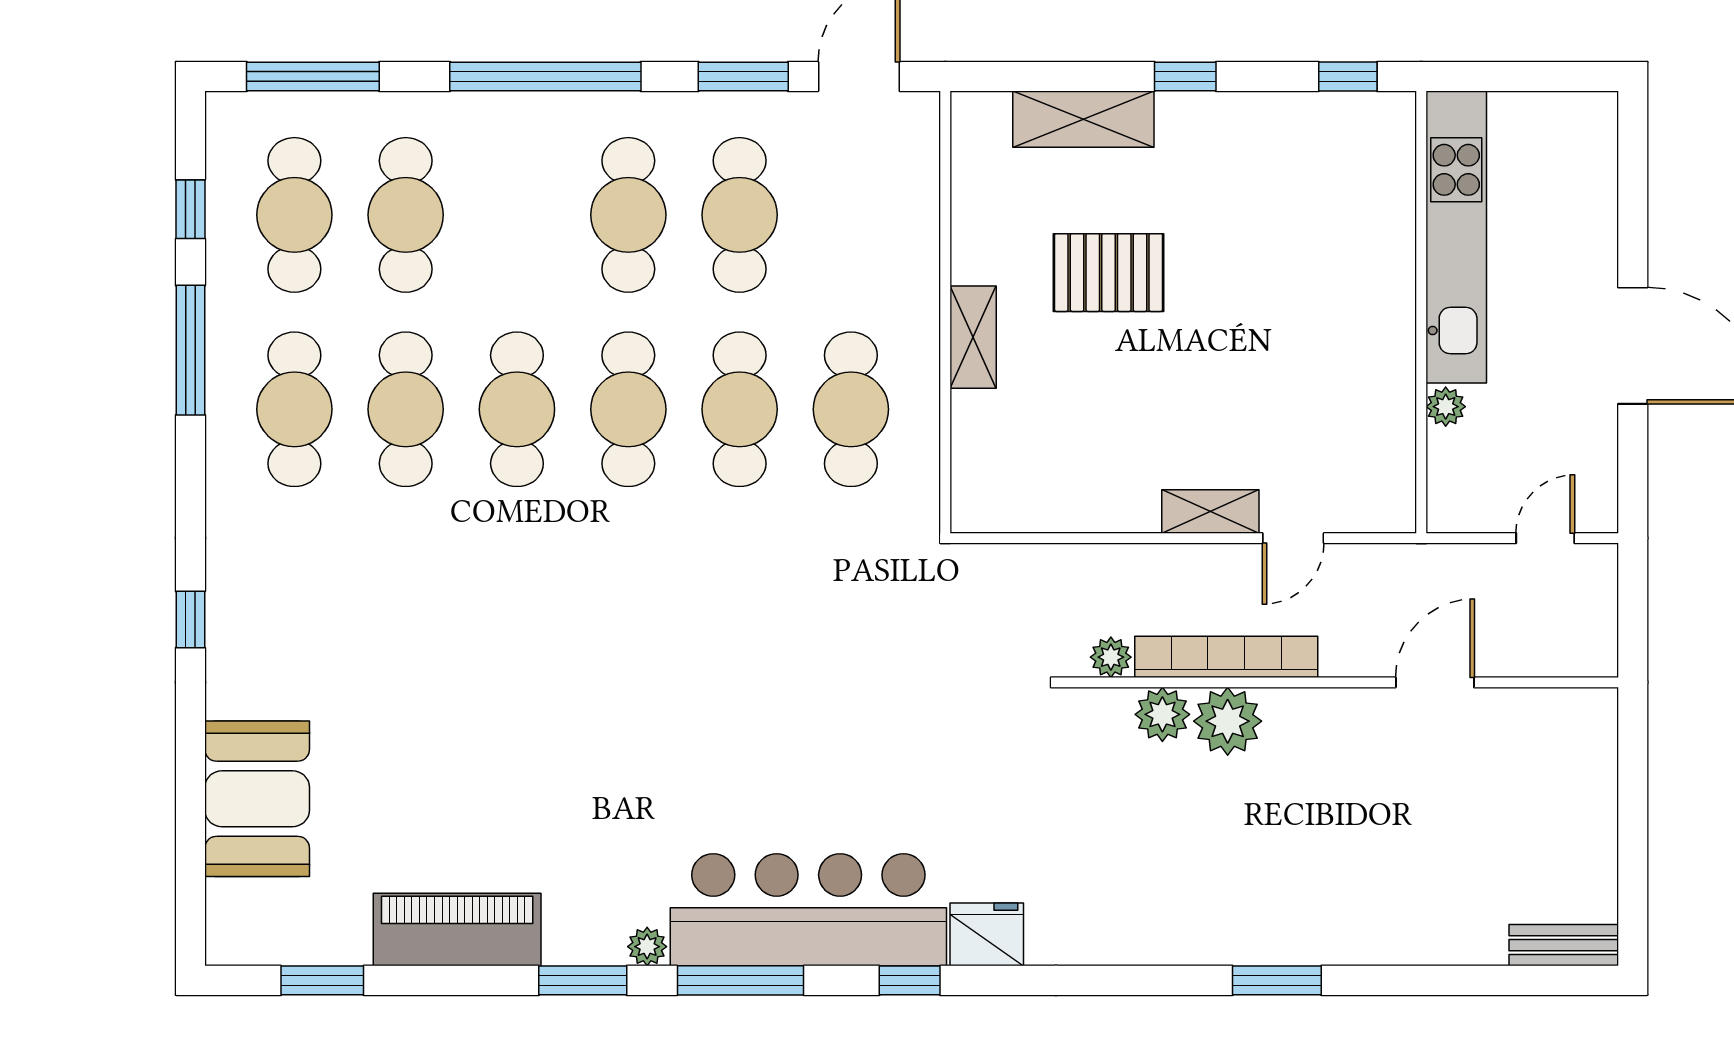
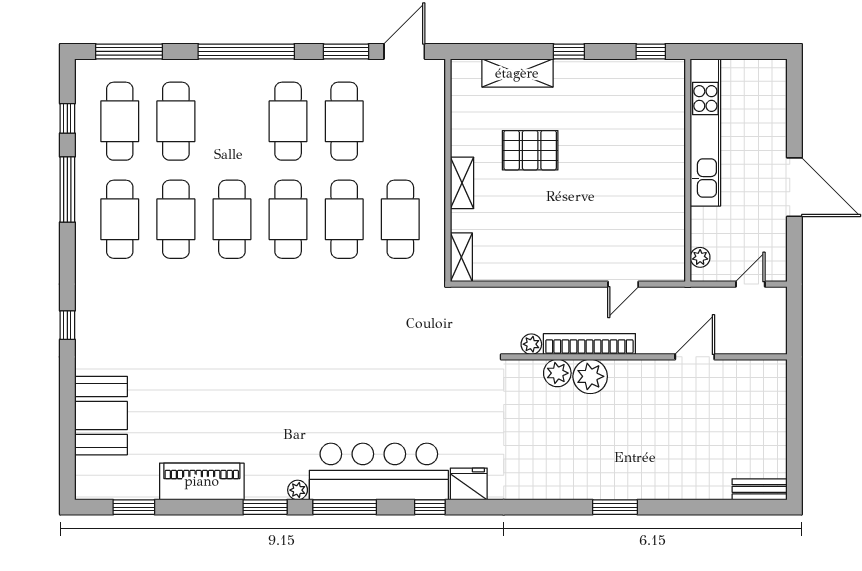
plant: (1446, 407) -> (700, 257), moved
shelving: (1210, 511) -> (461, 257), moved, turned 90

